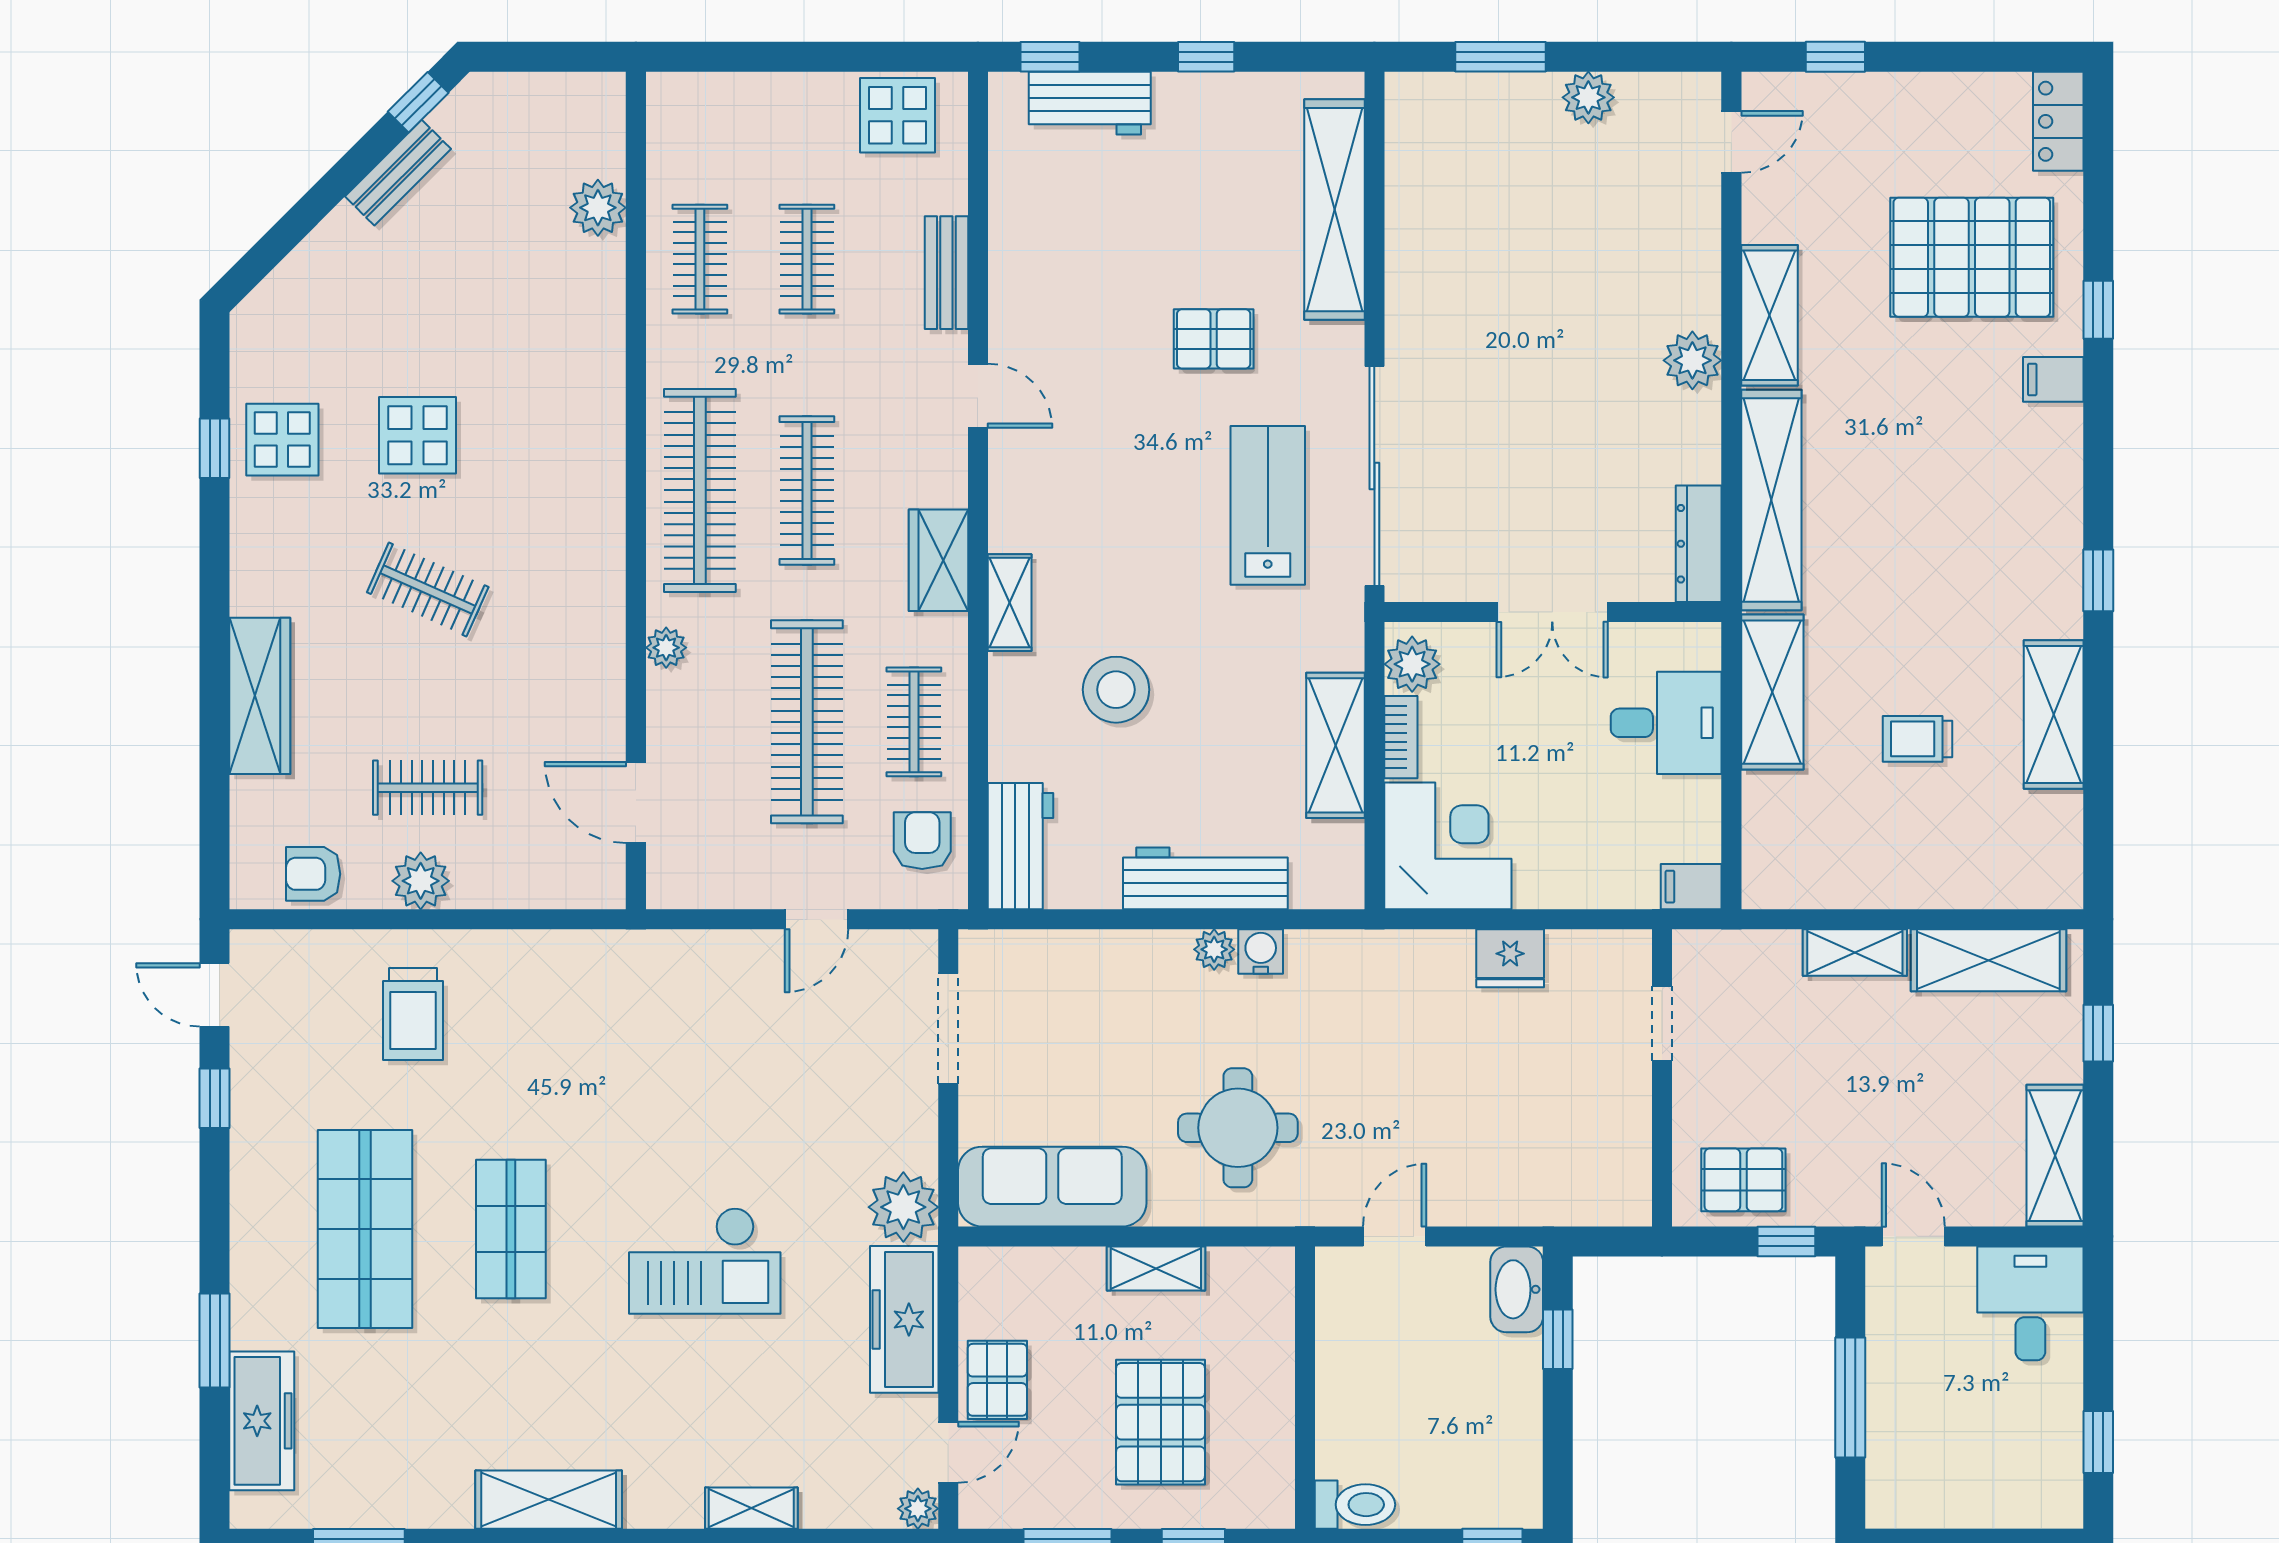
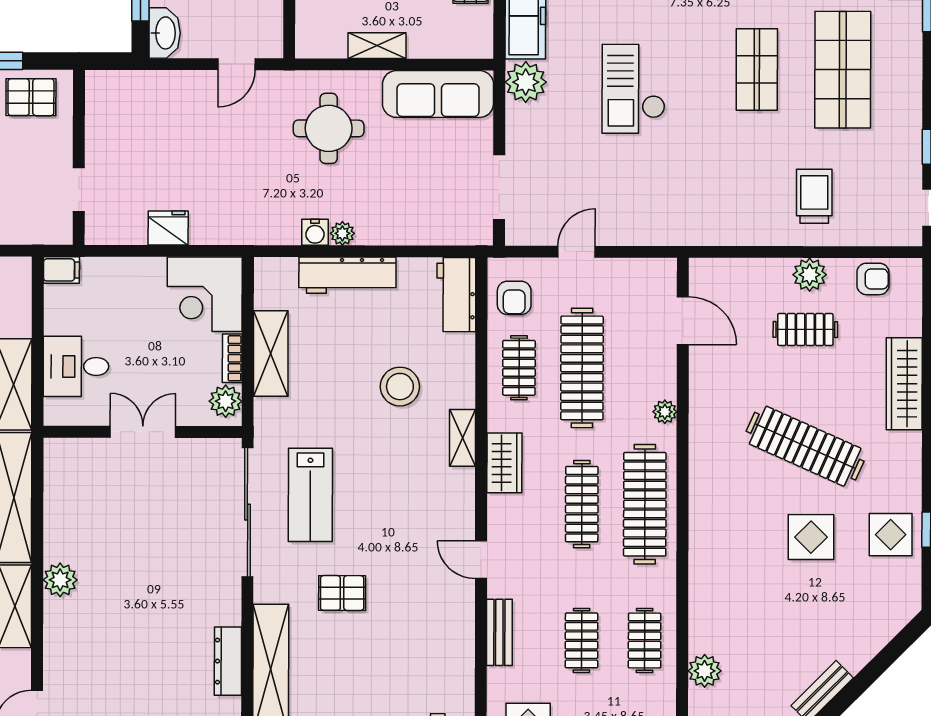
dresser: (1699, 544) -> (228, 661), moved, turned 180
clothes rail: (428, 590) -> (805, 446), width x1.86, depth x1.31
checkout: (705, 1261) -> (633, 89), moved, turned -90

